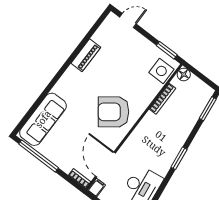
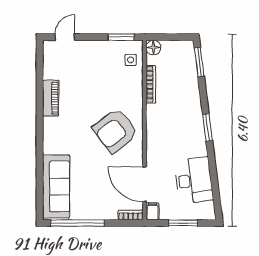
side table: (161, 71) -> (131, 60), width x0.54, depth x0.54

